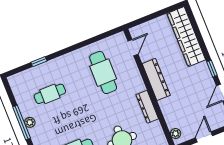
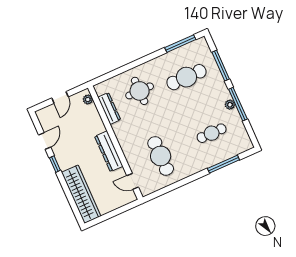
door: (133, 48) -> (133, 181), hinge flipped
window: (39, 62) -> (223, 164), width x2.17
dresser: (147, 107) -> (109, 109), moved

